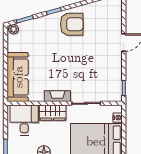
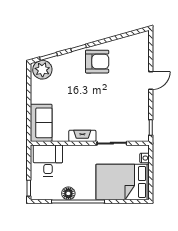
plant: (13, 29) -> (42, 70), width x1.87, depth x1.87
sofa: (18, 77) -> (41, 123), width x0.73
wardrobe: (53, 113) -> (77, 153), removed

